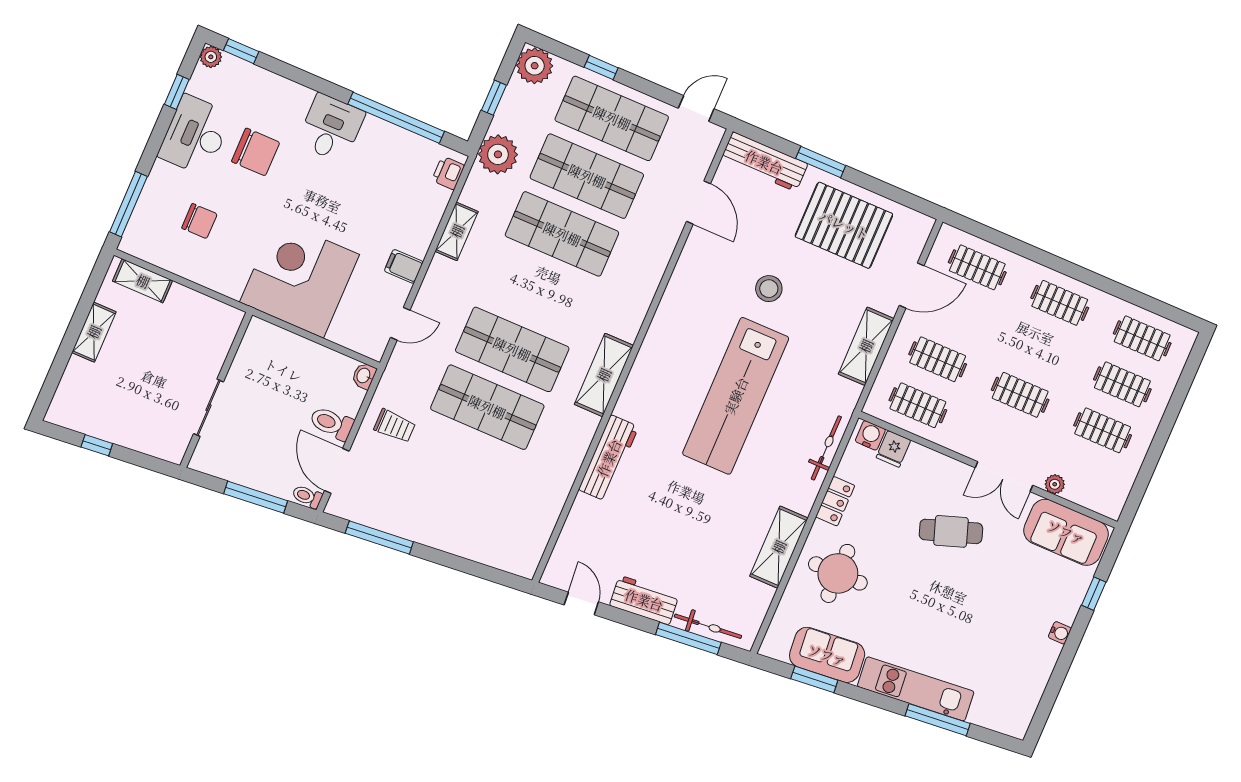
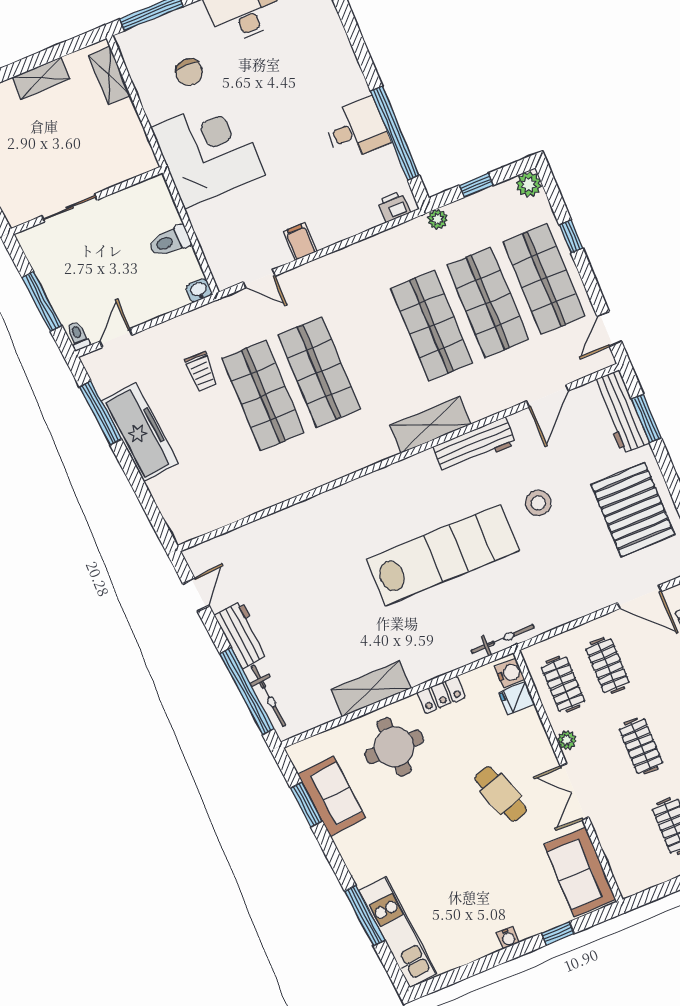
plant: (535, 66) -> (529, 184), width x0.73, depth x0.73
door: (696, 108) -> (609, 329), swing flipped
desk: (331, 128) -> (357, 129), moved
chair: (256, 152) -> (275, 62), removed
plant: (498, 154) -> (438, 219), width x0.53, depth x0.53
window: (821, 162) -> (646, 418), moved
shelving: (457, 231) -> (360, 253), removed
corner desk: (299, 278) -> (208, 151), moved
shelving: (866, 346) -> (567, 608), removed
shelving: (604, 375) -> (430, 425), moved
lab bench: (736, 396) -> (443, 555), turned 180
toilet: (332, 423) -> (170, 241), moved, turned -90
trolley: (395, 426) -> (201, 371), moved
bicycle: (826, 448) -> (503, 639), moved
workbench: (609, 458) -> (475, 445), moved
door: (337, 471) -> (116, 338), width x0.73
plant: (1055, 484) -> (567, 740), moved
freezer: (422, 523) -> (140, 432), added
window: (688, 638) -> (247, 691), width x1.46
kitchen unit: (916, 689) -> (398, 932), moved

